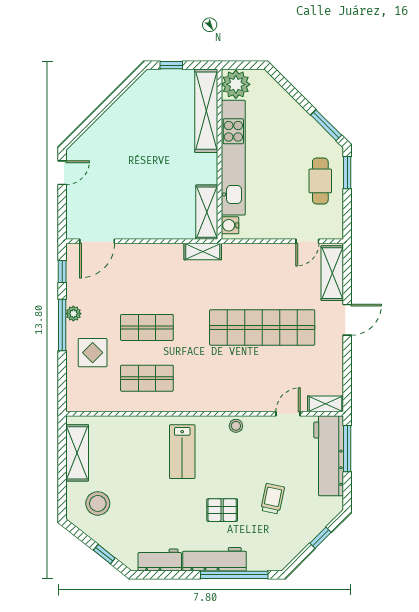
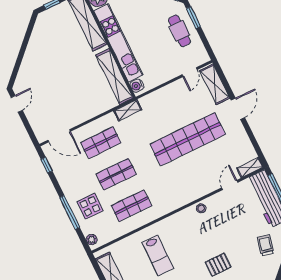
shelving: (207, 212) -> (115, 77), width x1.47
door: (97, 241) -> (59, 136), hinge flipped
shop shelf: (147, 277) -> (101, 143), added
plant: (73, 314) -> (92, 240), moved
window: (62, 325) -> (70, 212), moved
lab bench: (182, 452) -> (158, 255), moved
trolley: (273, 499) -> (266, 245), moved

